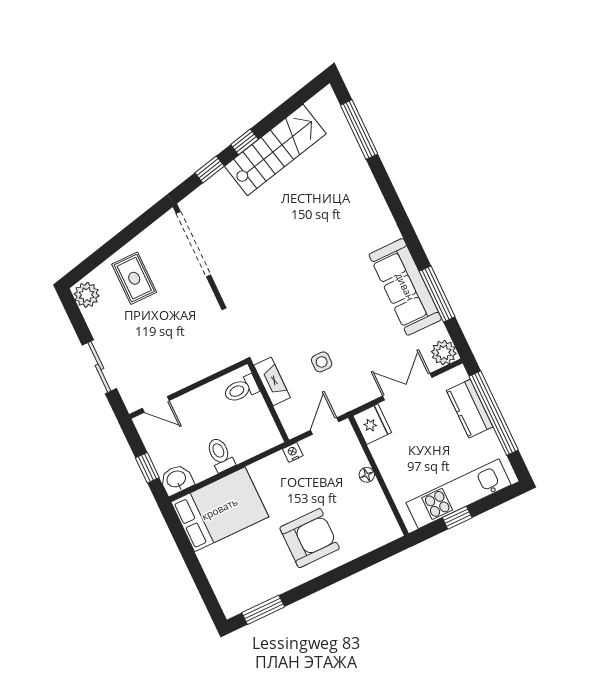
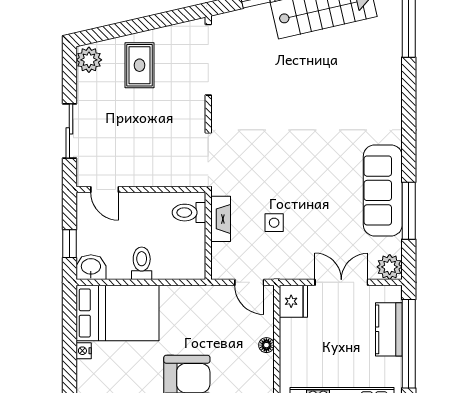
door: (325, 426) -> (249, 282), swing flipped
nightstand: (293, 452) -> (84, 351), moved, turned -90

